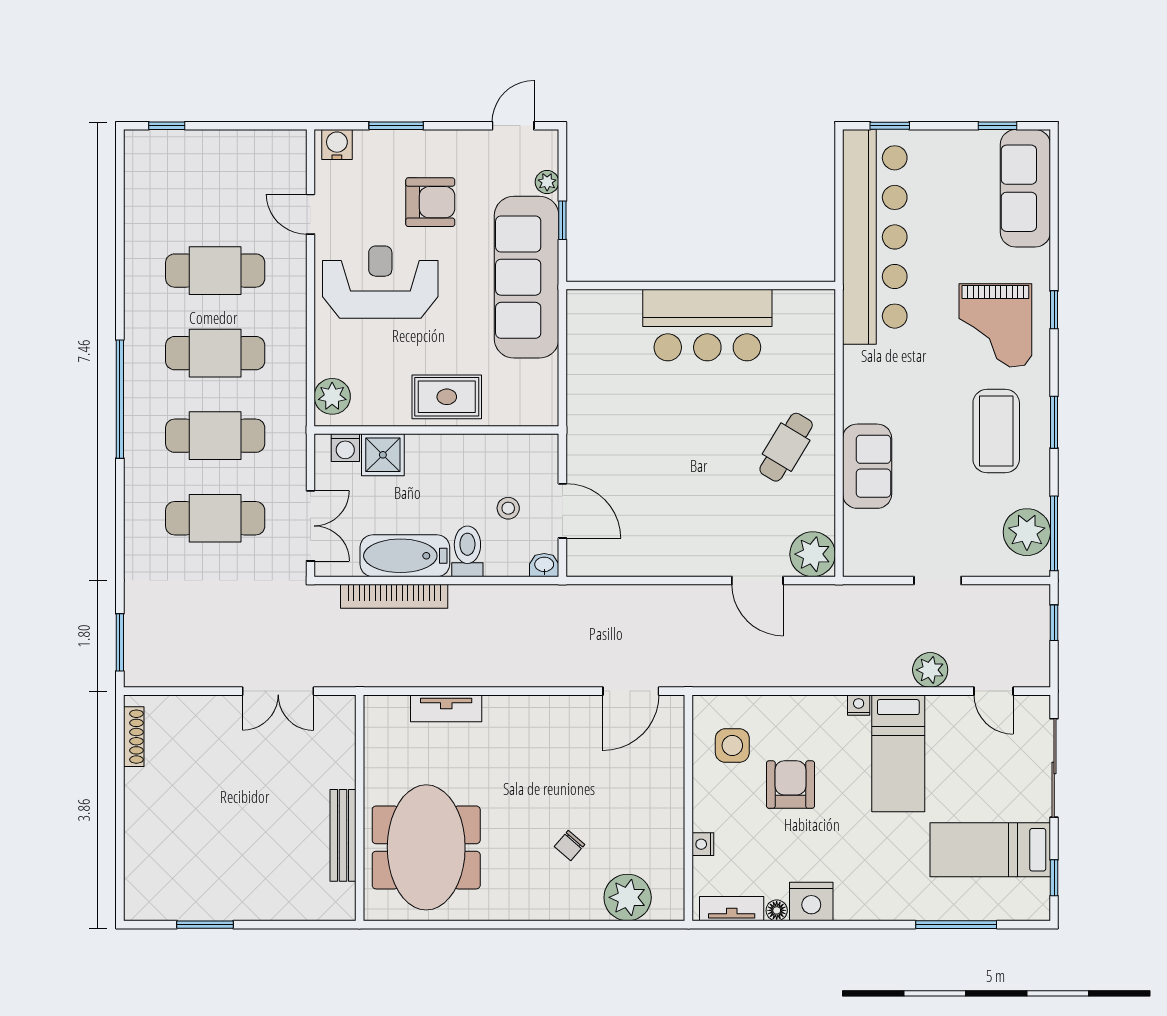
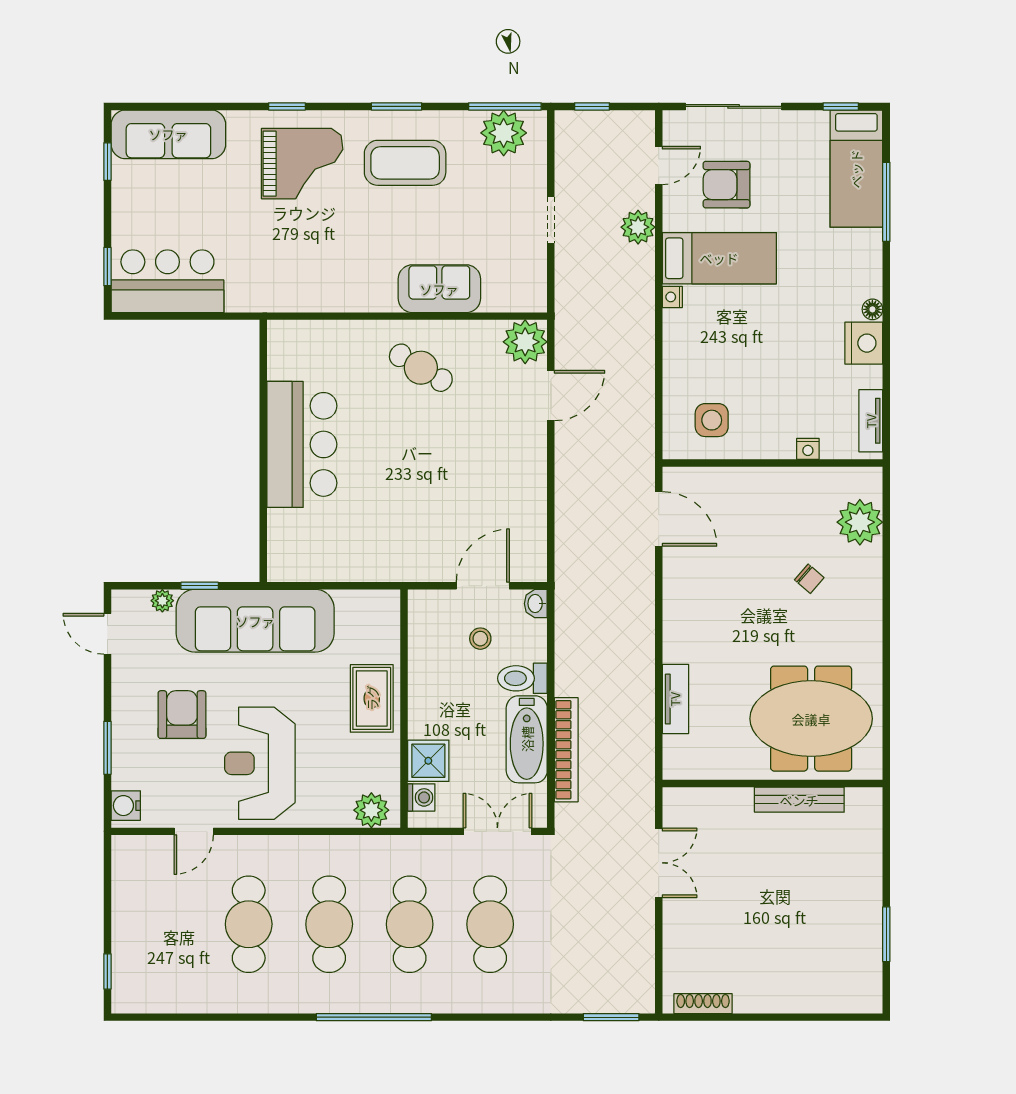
bar counter: (875, 237) -> (167, 281), width x0.54
armchair: (790, 785) -> (727, 185), moved
bed: (990, 850) -> (856, 169), moved
floor lamp: (777, 910) -> (872, 309), moved

